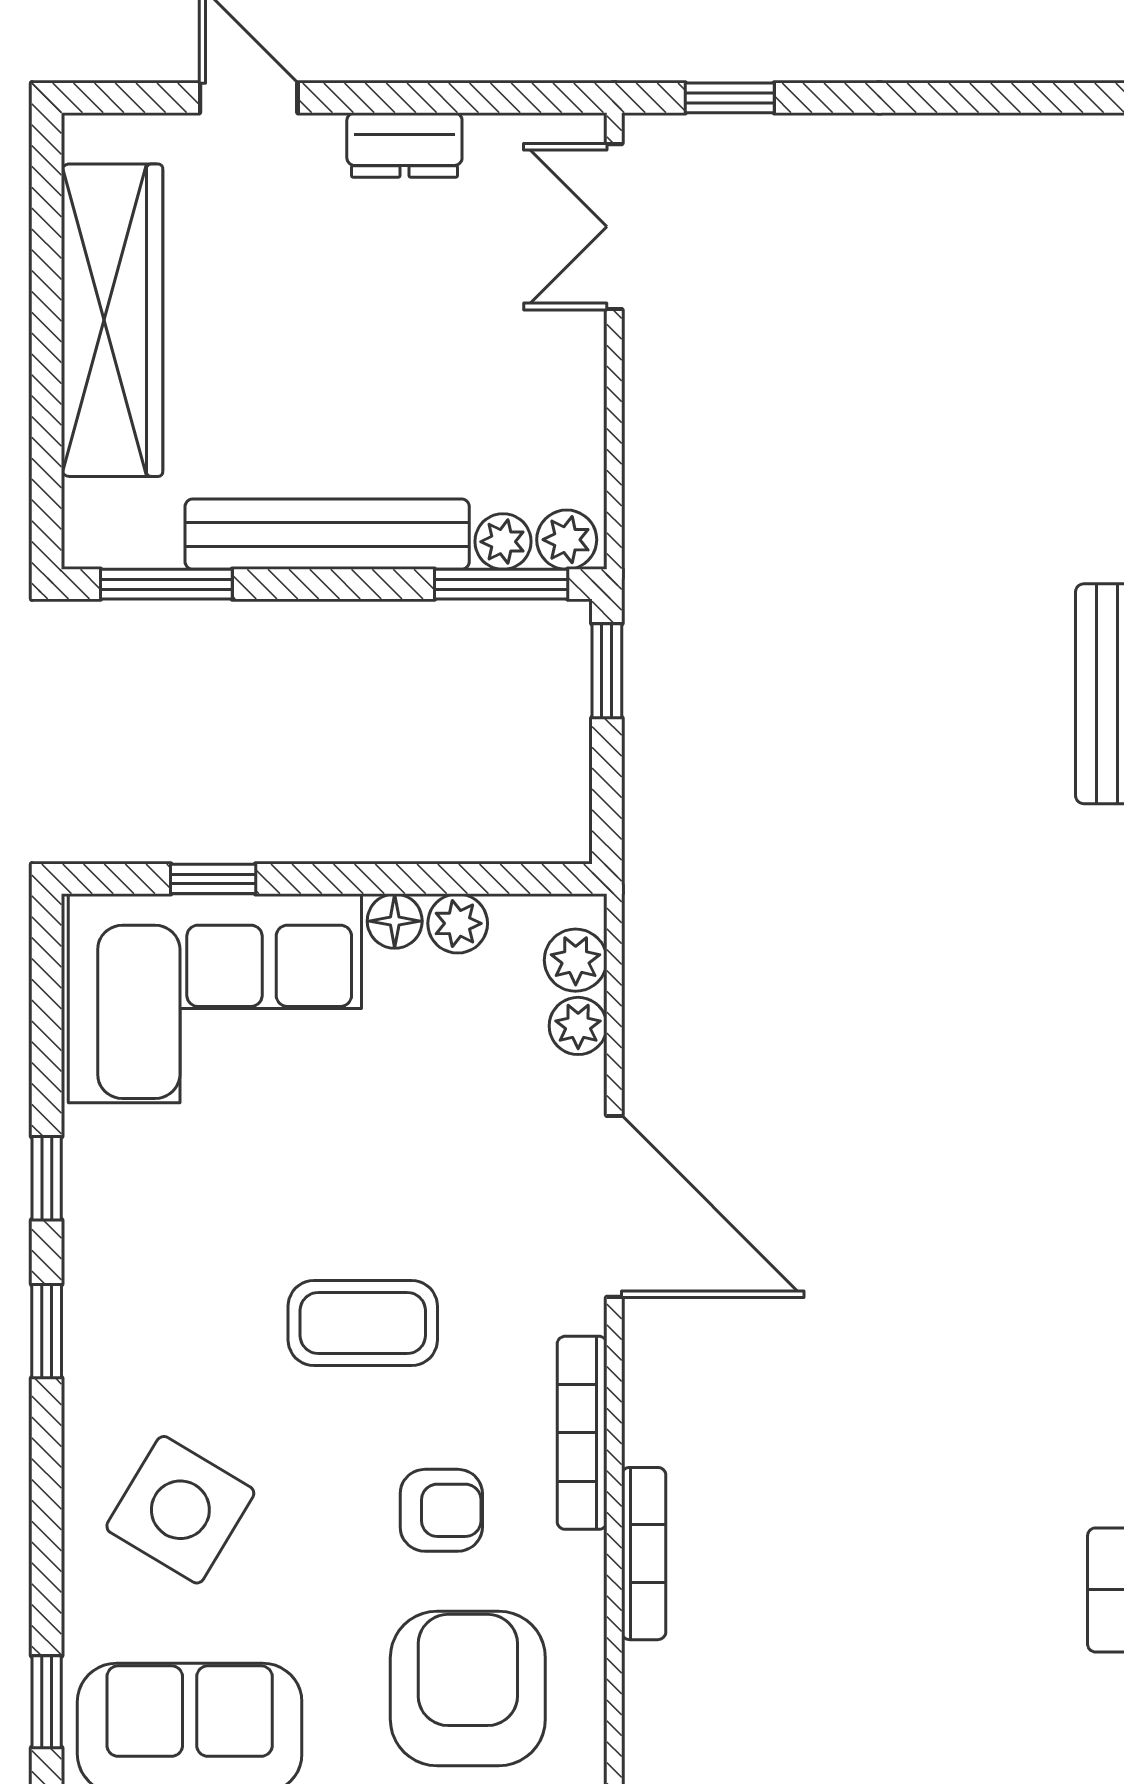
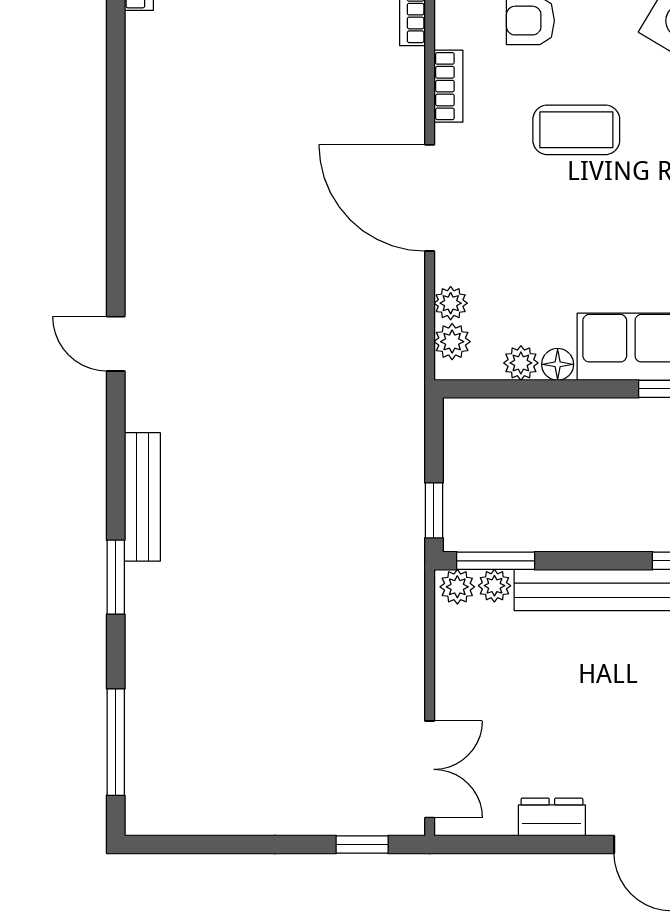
bookcase: (582, 1433) -> (448, 86), width x0.64

